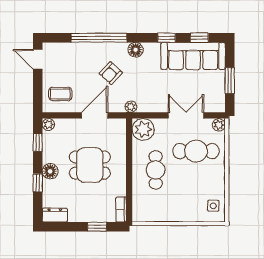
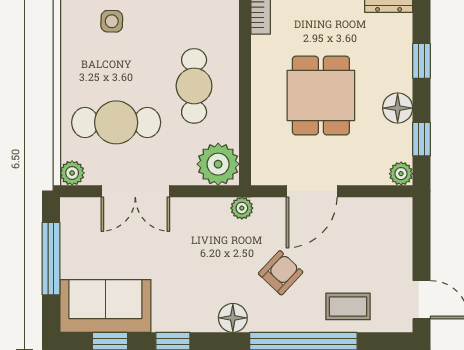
sofa: (193, 56) -> (105, 306), width x0.73
window: (230, 80) -> (51, 259), width x1.44
coffee table: (60, 94) -> (348, 306), moved
dining table: (90, 165) -> (321, 96), turned 90
floor lamp: (50, 171) -> (398, 108), moved
side table: (213, 206) -> (112, 21), moved

